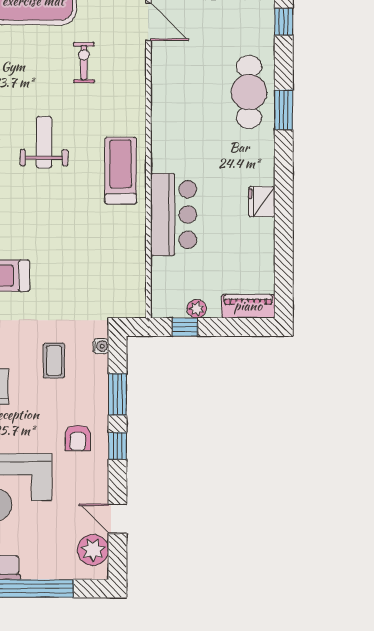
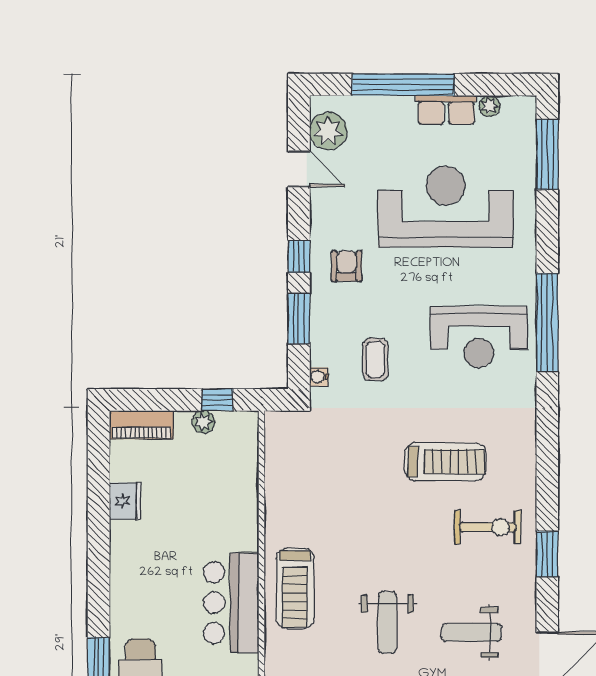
fridge: (262, 202) -> (125, 501), moved
bar counter: (174, 215) -> (231, 603), moved

